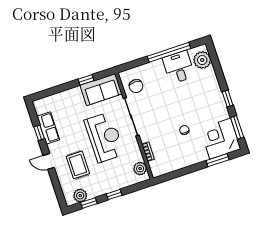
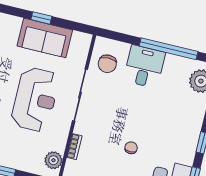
desk: (179, 67) -> (144, 67), moved
window: (86, 80) -> (41, 18), moved
sofa: (101, 90) -> (45, 38), moved

